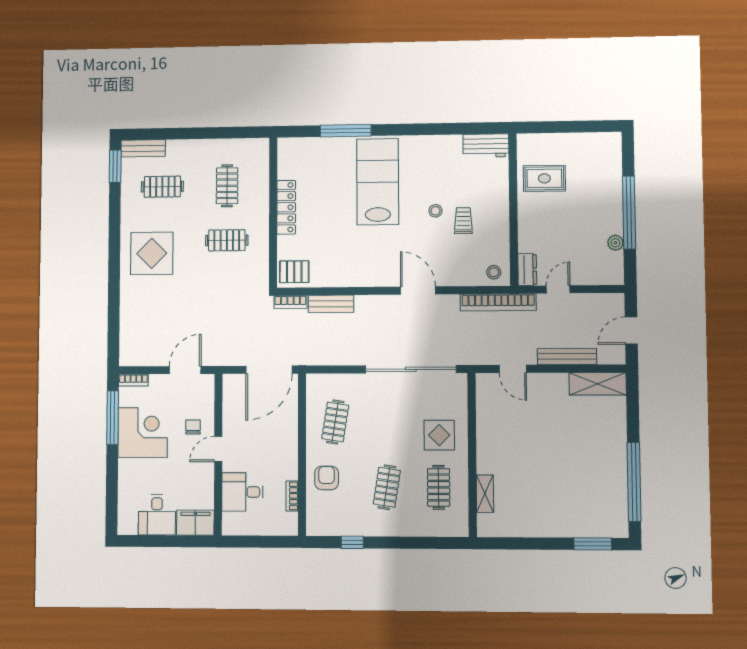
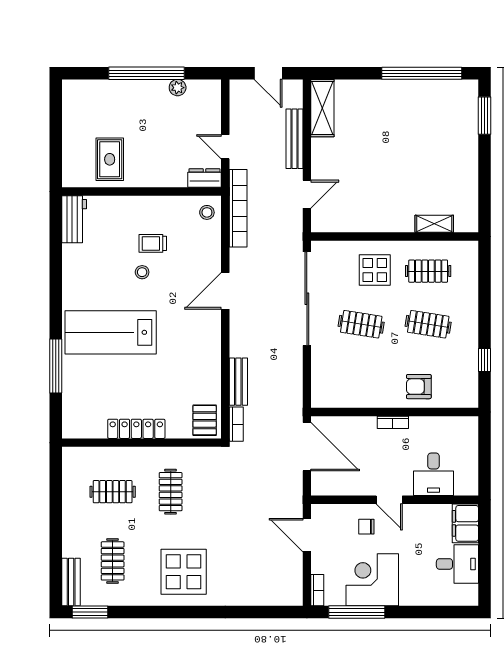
clothes rail: (335, 422) -> (361, 324), moved
bookcase: (292, 496) -> (393, 422), moved

